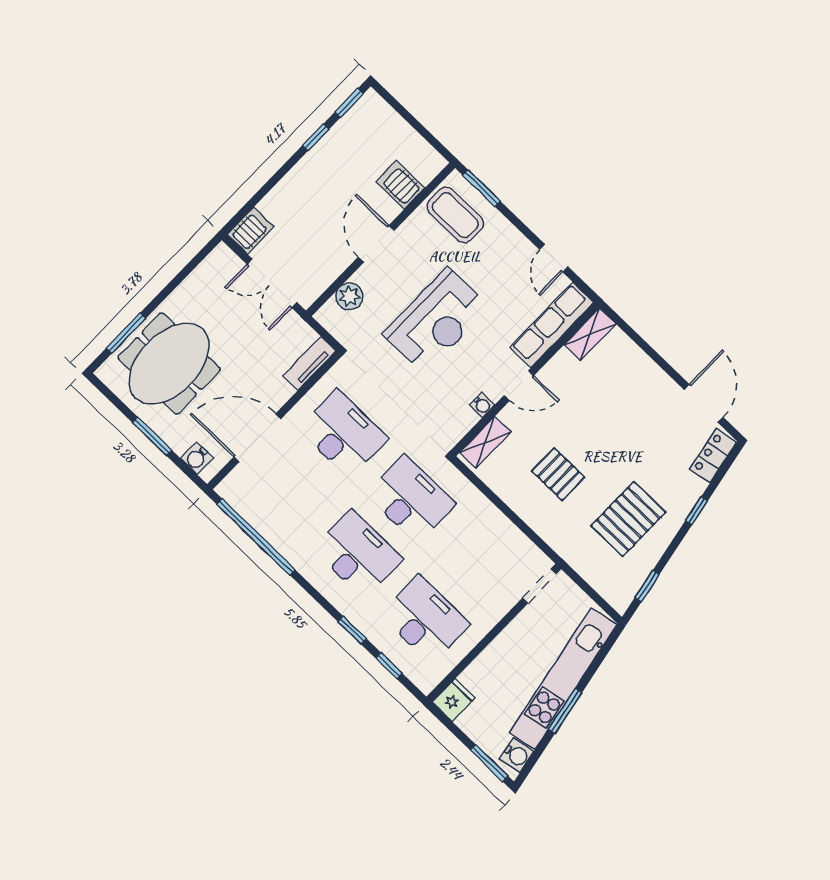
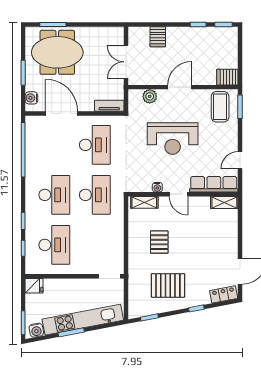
server rack: (400, 185) -> (227, 77), moved, turned -90
server rack: (251, 231) -> (158, 37), moved, turned 90

